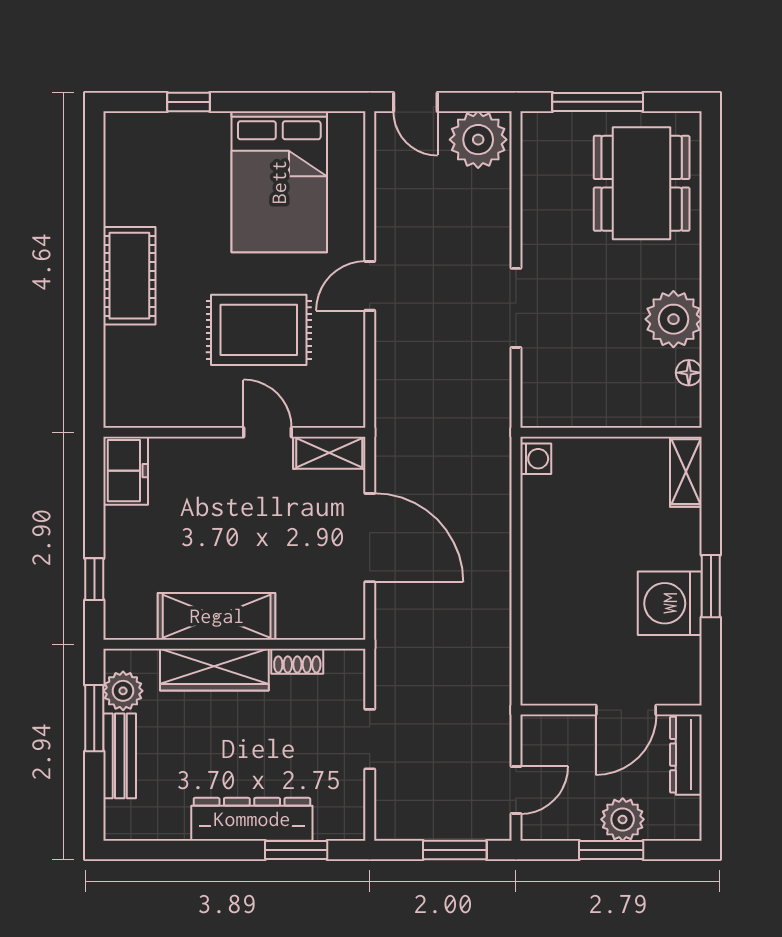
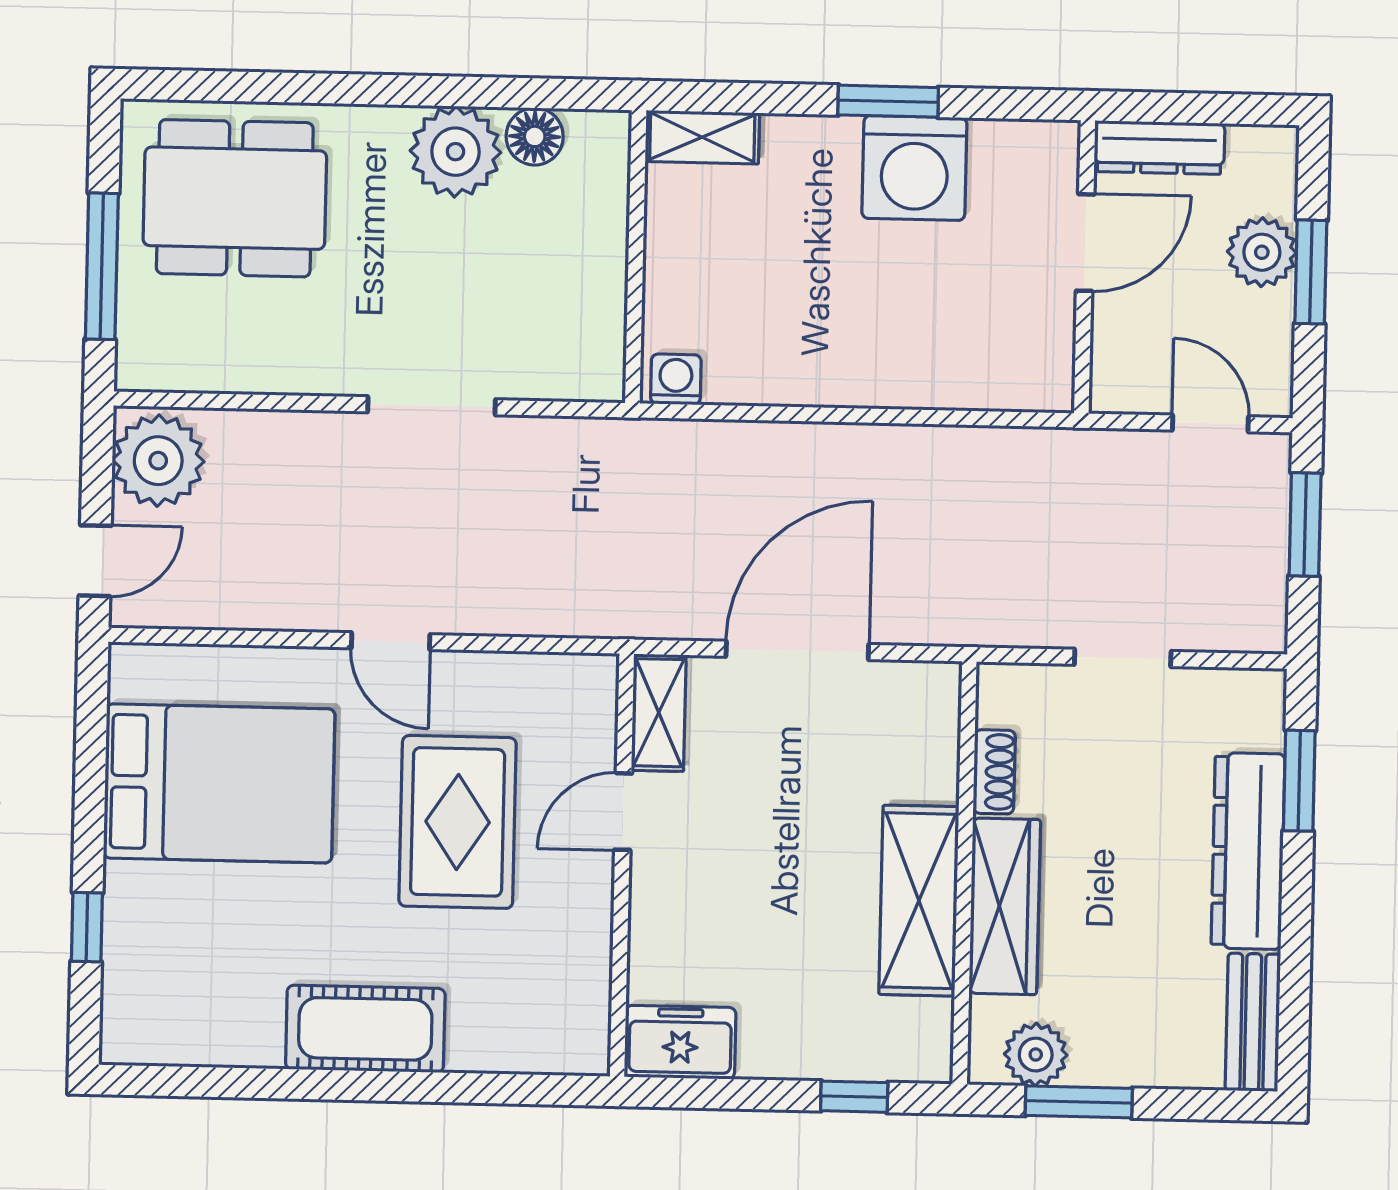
floor lamp: (689, 373) -> (535, 136), width x1.37, depth x1.37
door: (626, 710) -> (1085, 243), hinge flipped
bench: (120, 756) -> (1253, 1022), moved, turned 90

